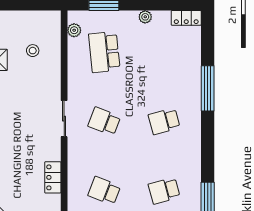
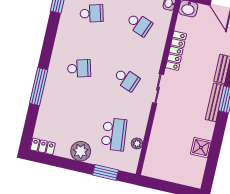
plant: (145, 17) -> (81, 151), width x1.87, depth x1.87
plant: (74, 30) -> (137, 143), moved
stool: (33, 51) -> (170, 148), removed
locker: (53, 177) -> (176, 51), width x1.53

